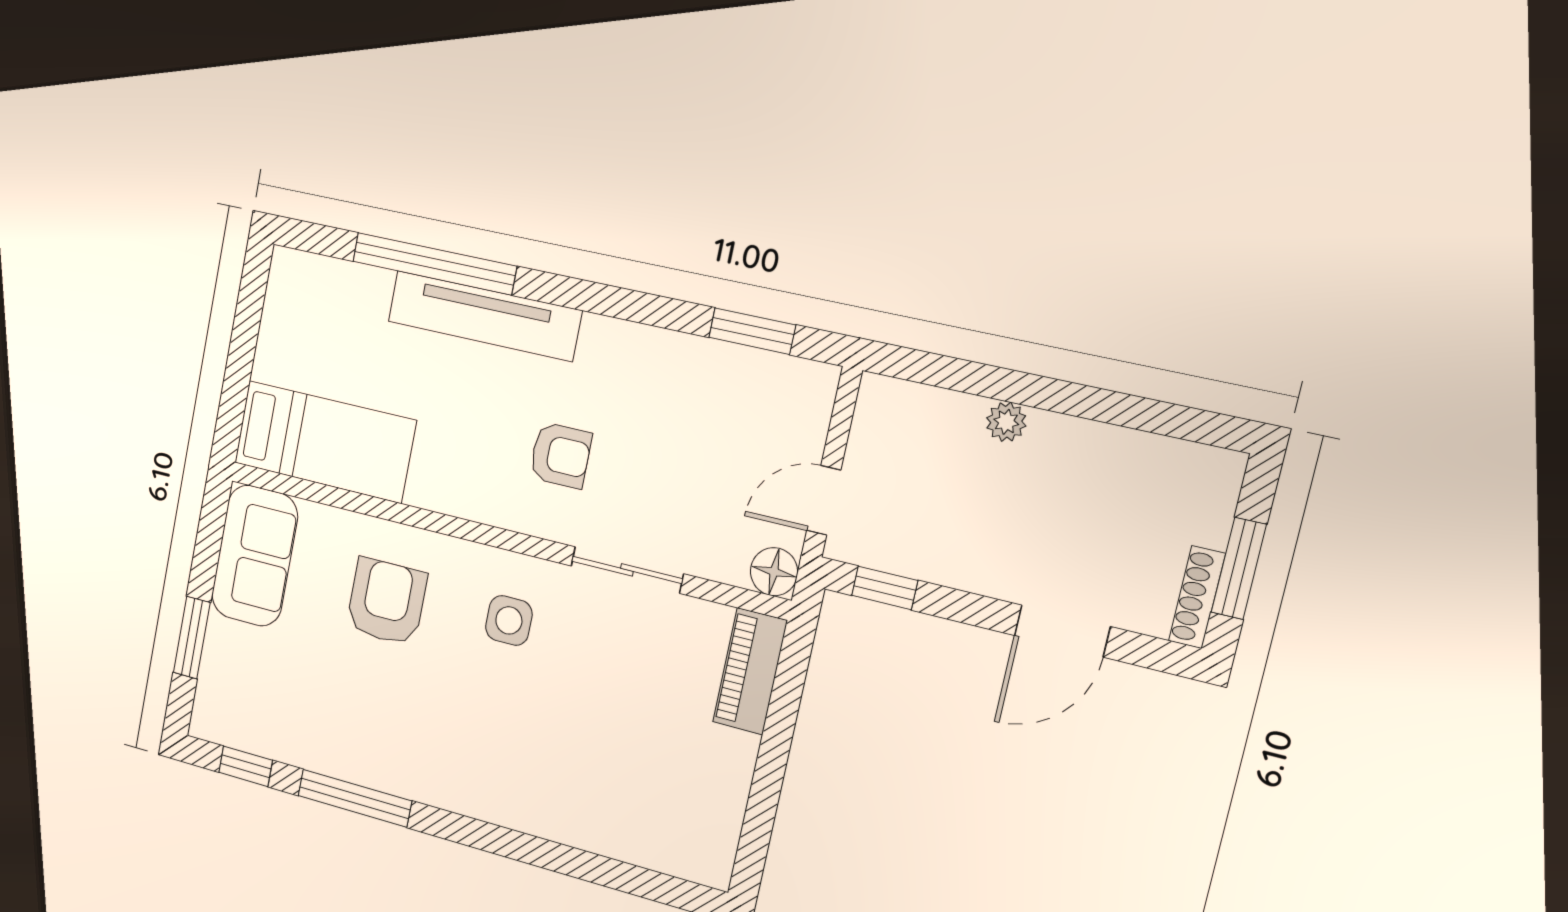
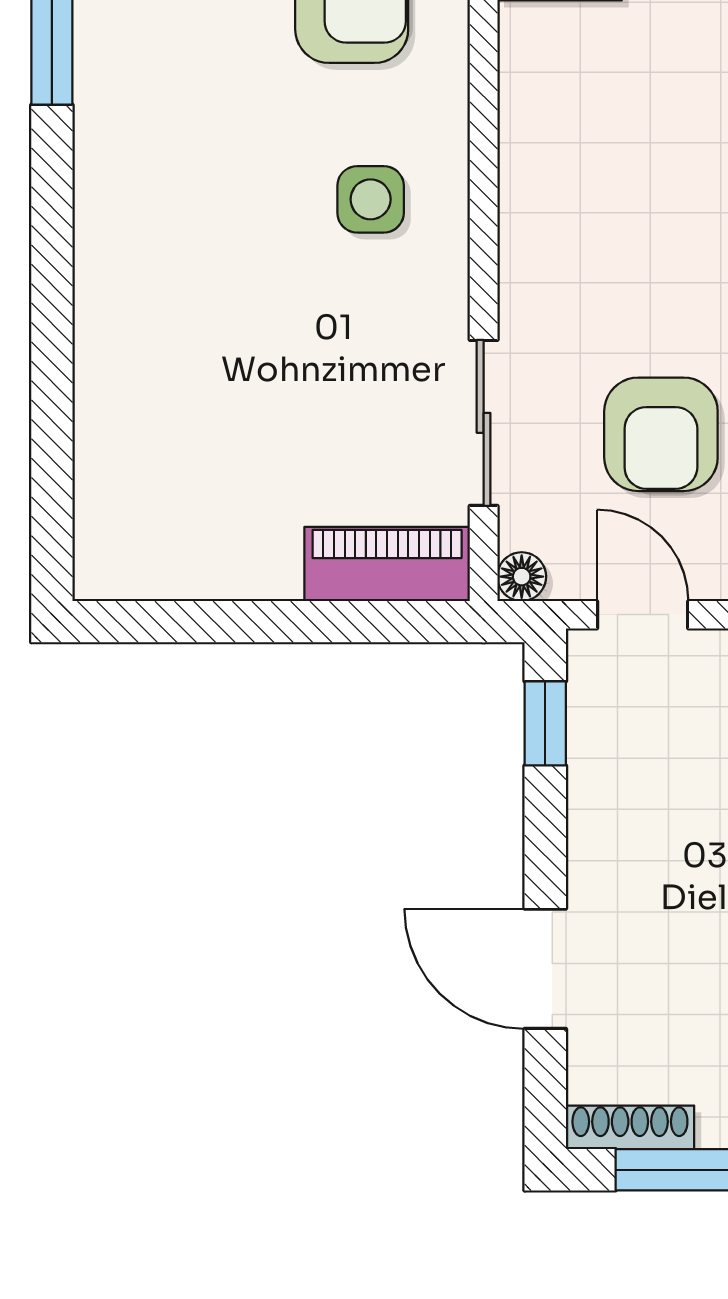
armchair: (561, 455) -> (661, 434), moved, width x1.38, depth x1.38
sliding door: (627, 570) -> (484, 423), moved
floor lamp: (774, 572) -> (522, 577), width x0.73, depth x0.73

